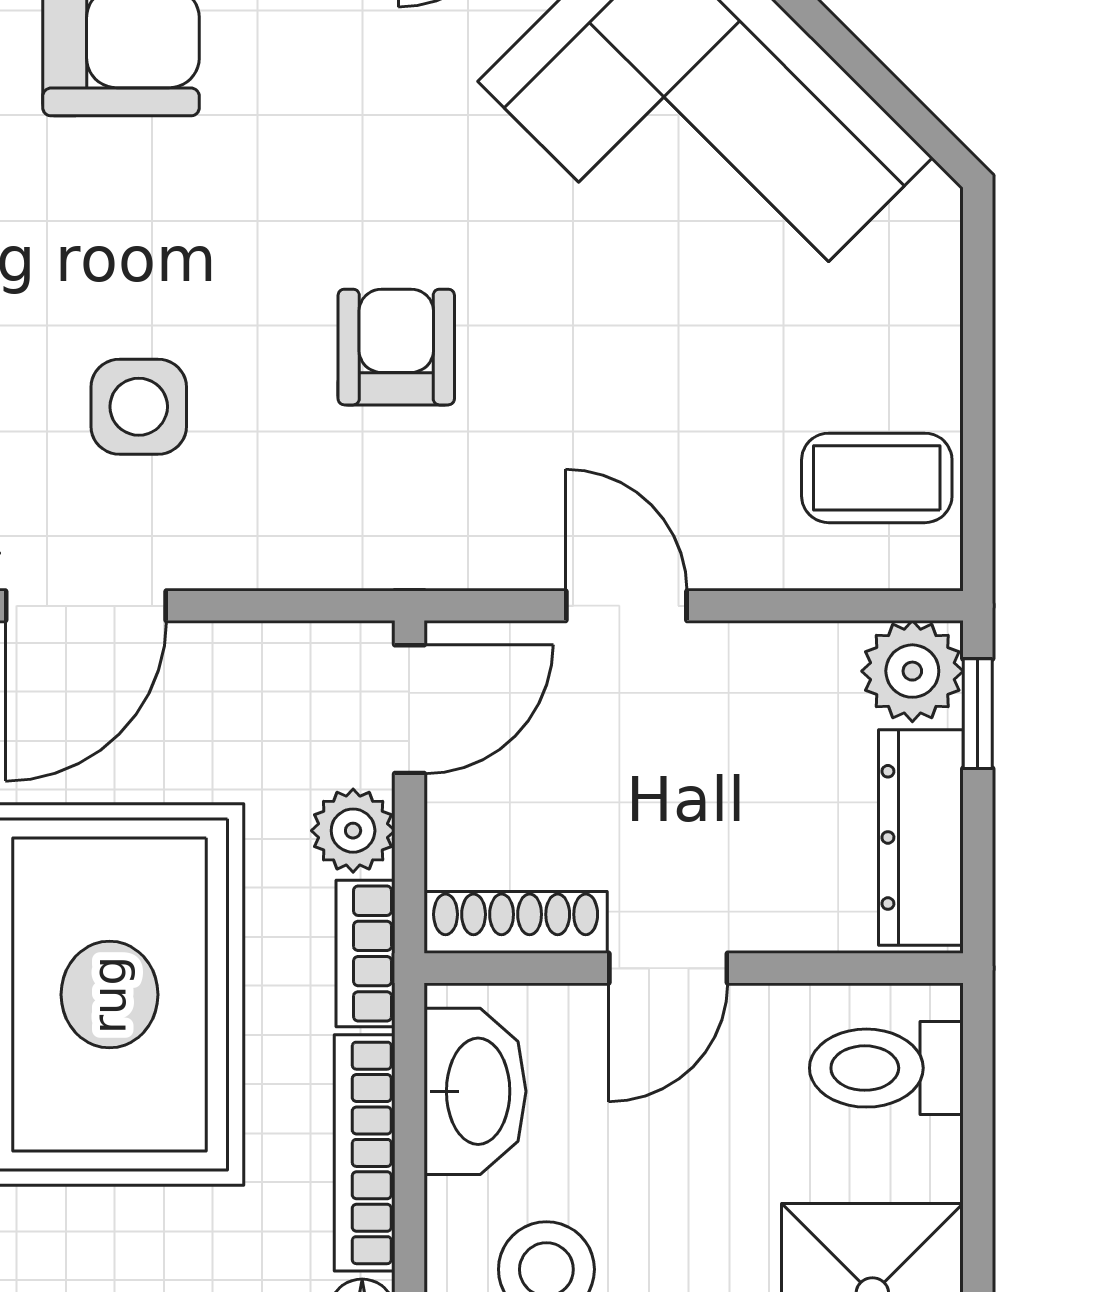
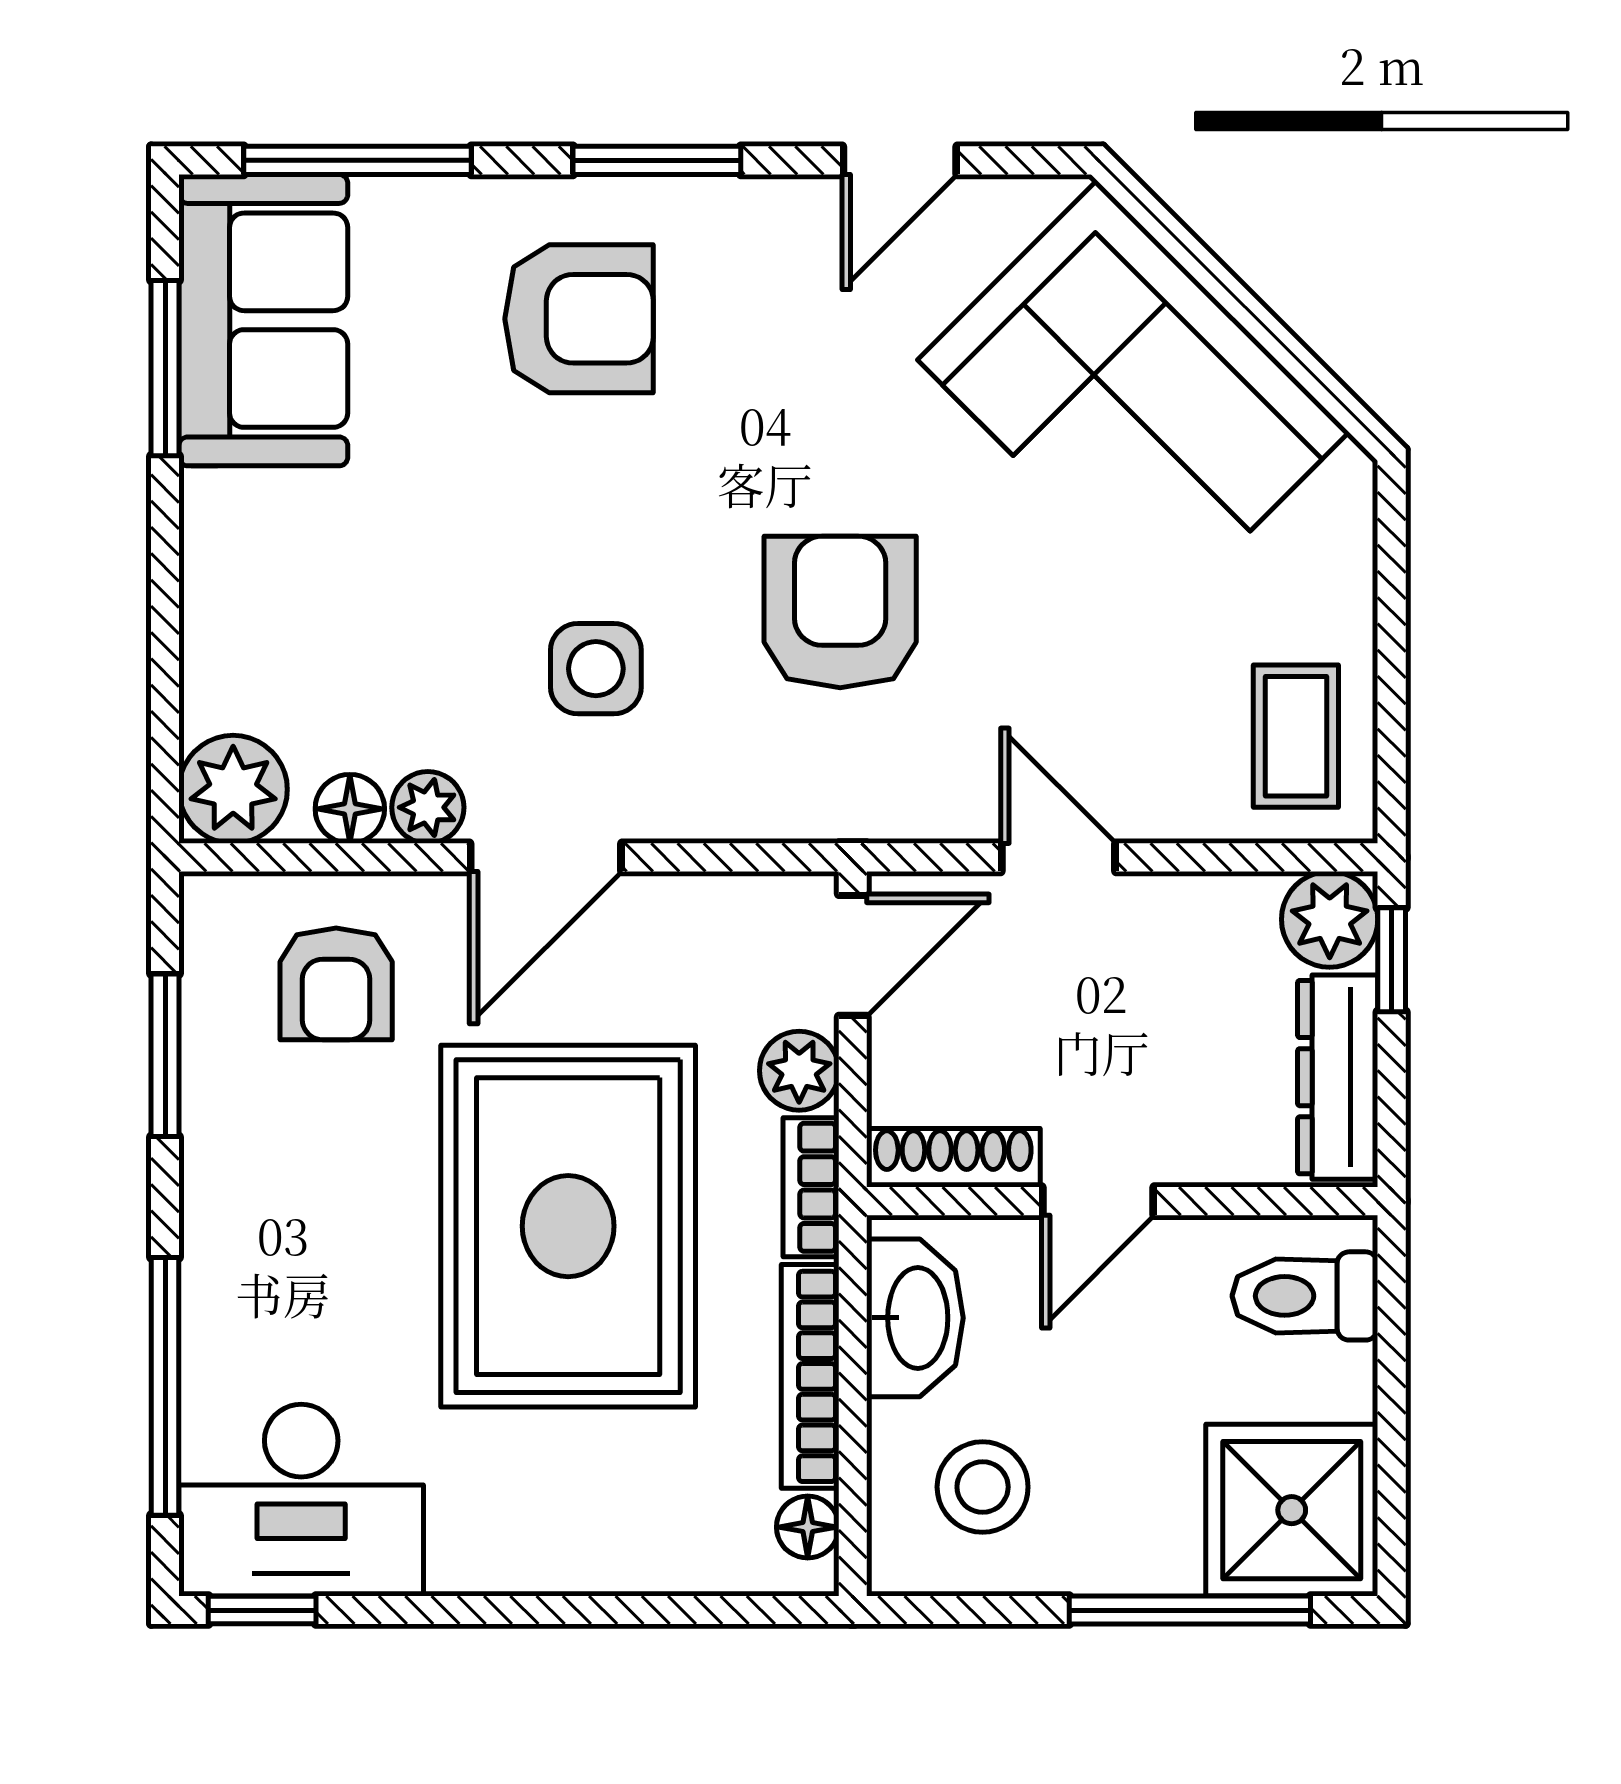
armchair: (396, 347) -> (840, 612), width x1.38, depth x1.38
coffee table: (877, 478) -> (1296, 736), turned 90

